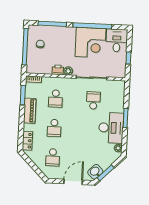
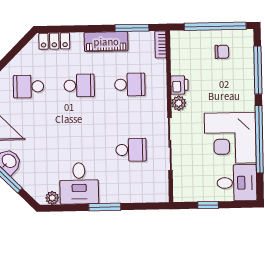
school desk: (56, 99) -> (130, 85), turned 180
school desk: (54, 128) -> (79, 86), turned 180
desk: (111, 128) -> (79, 183), width x0.73

